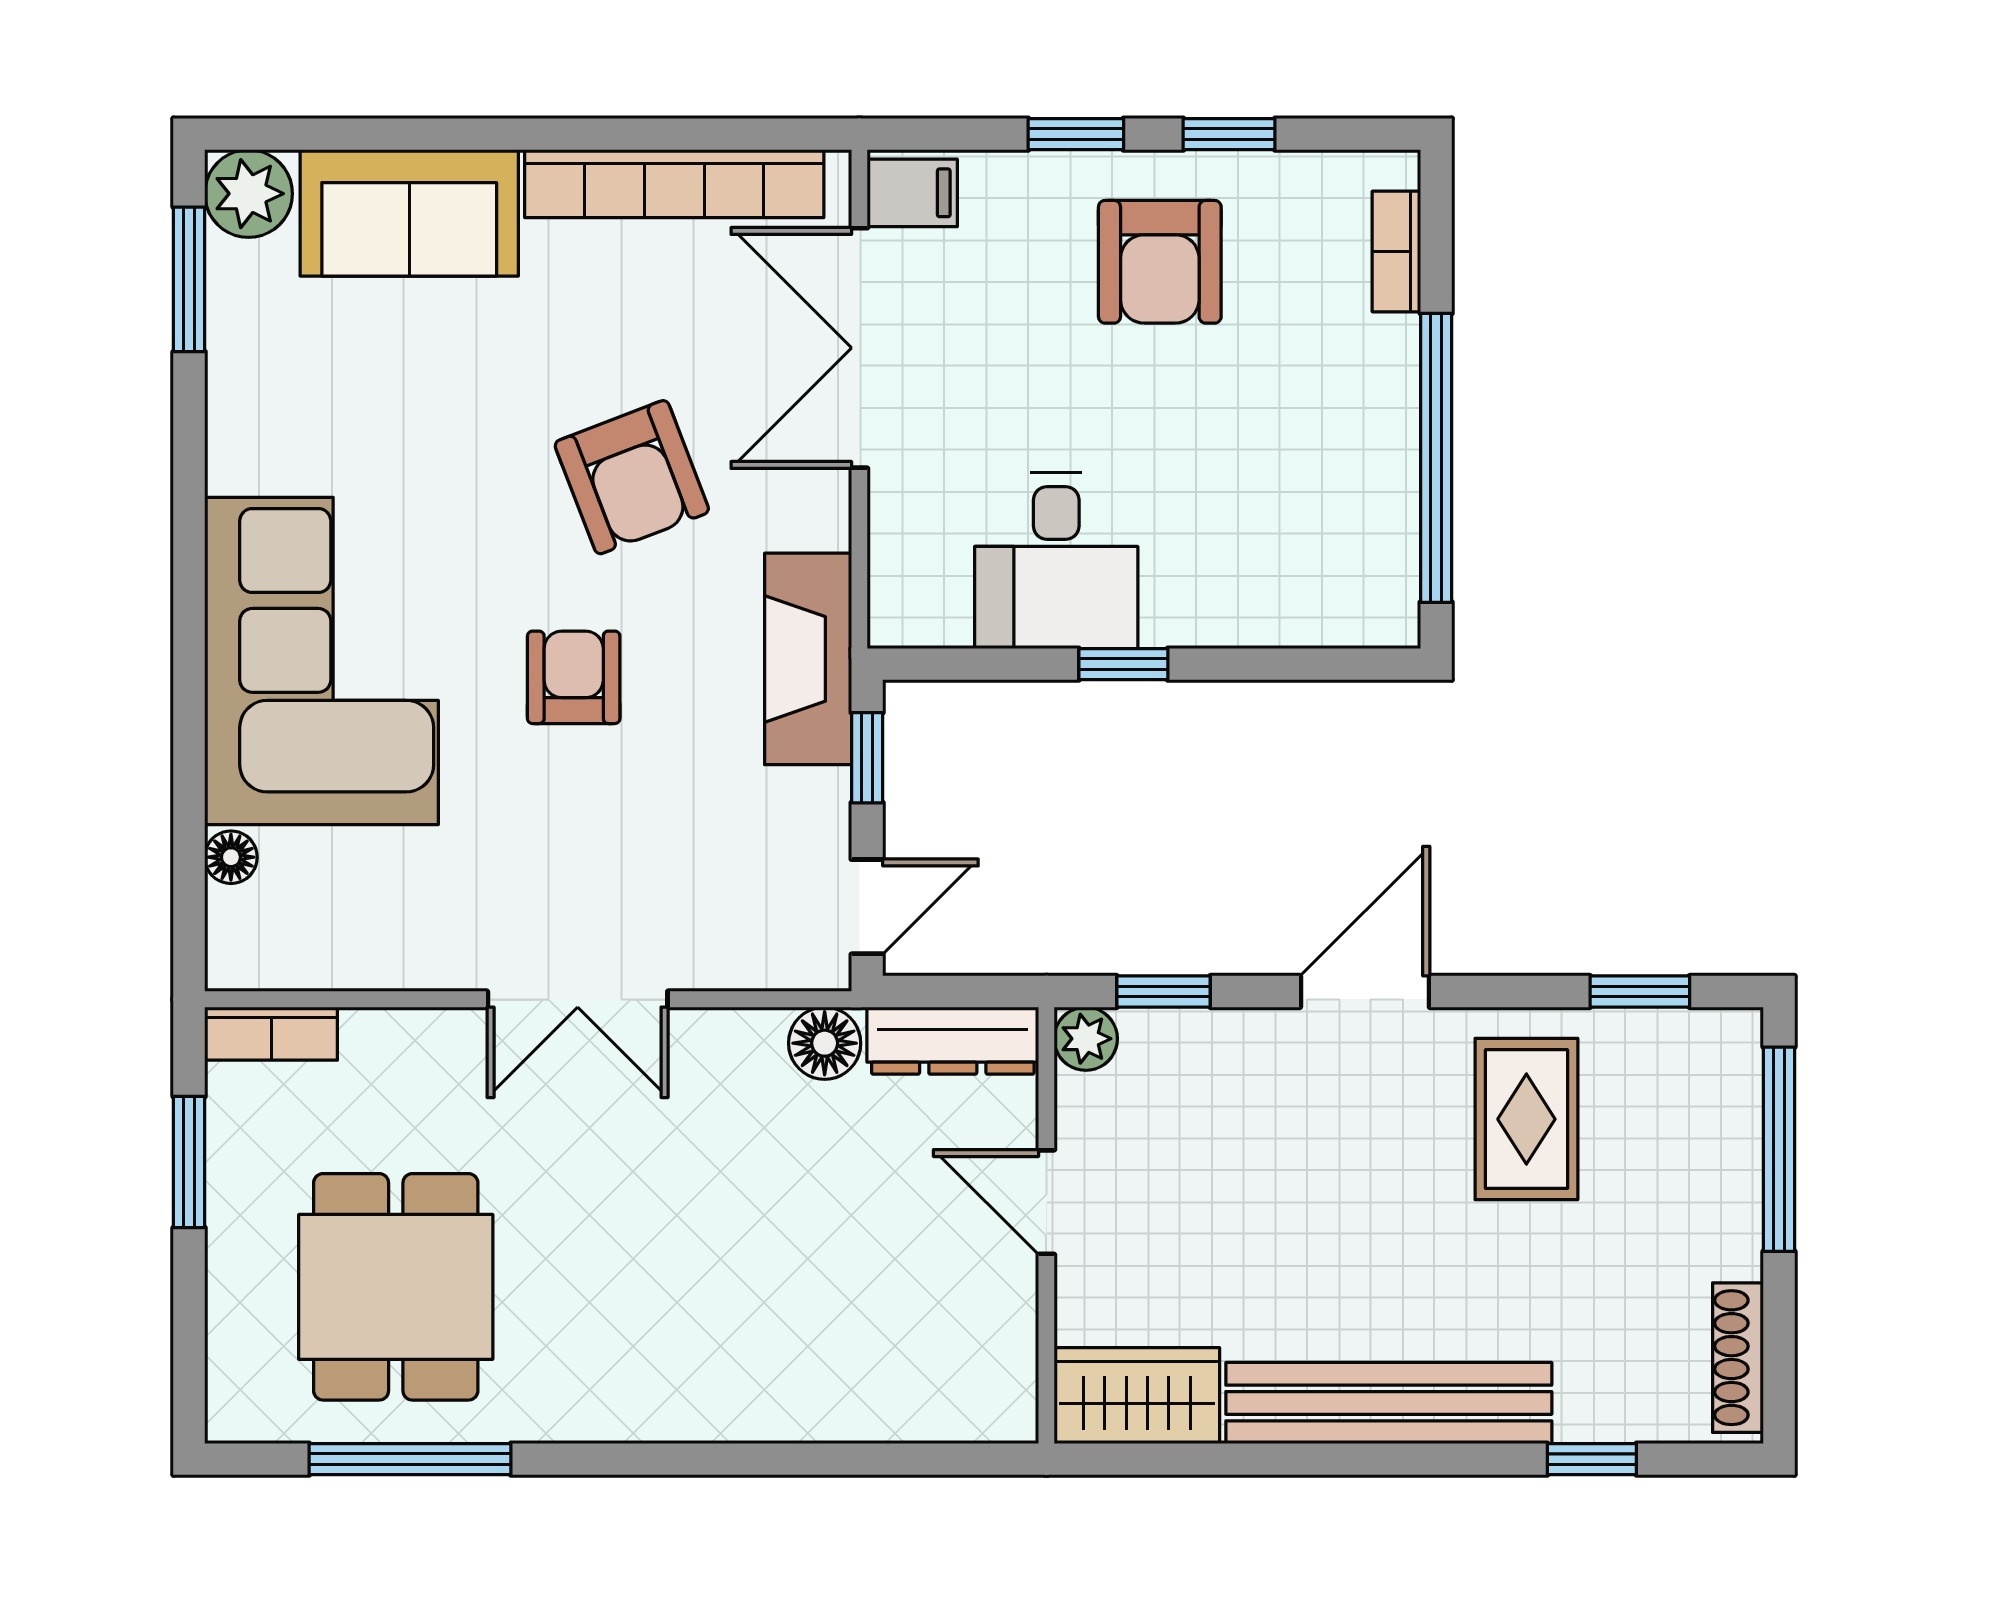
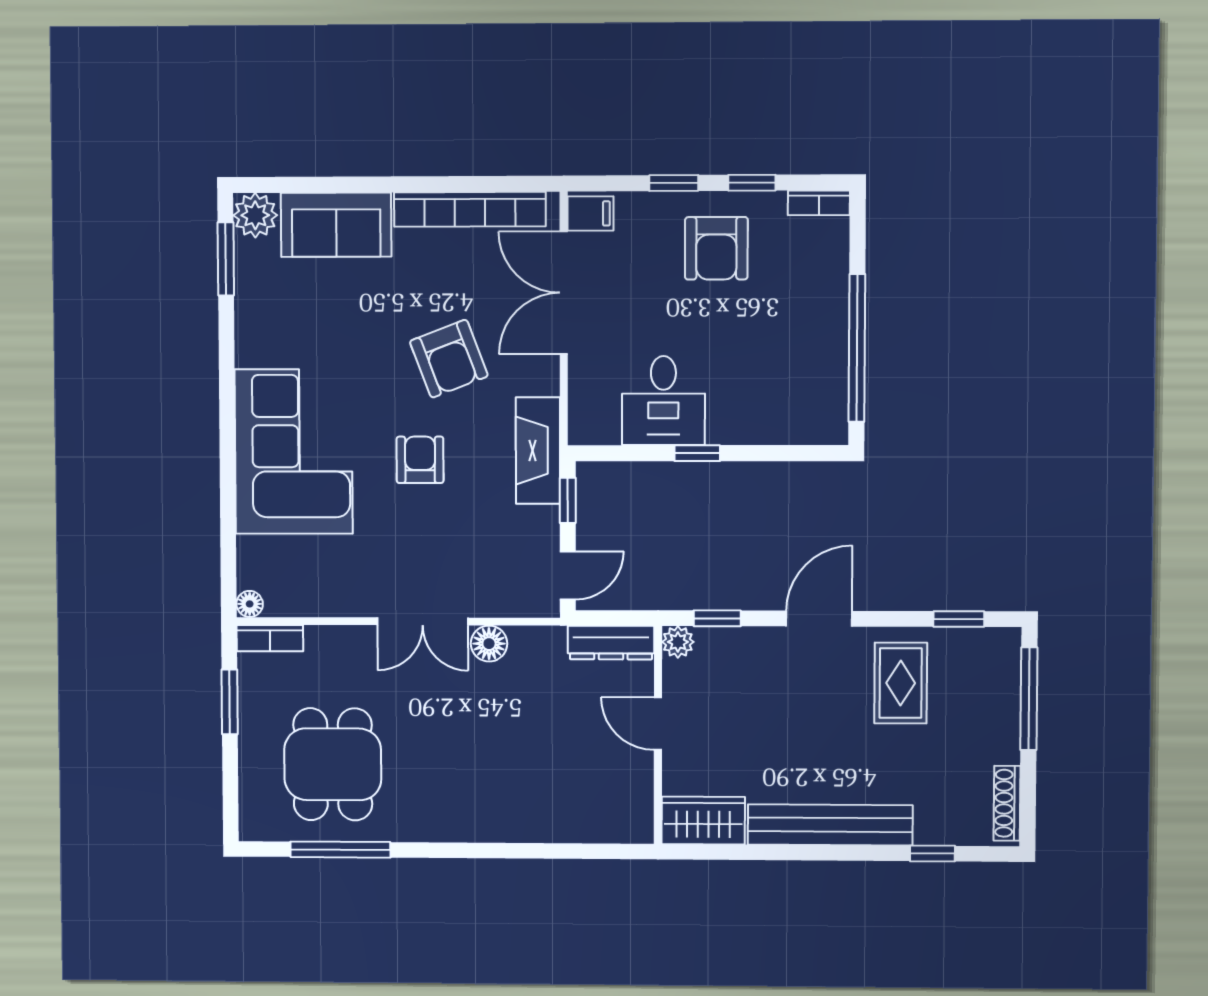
bookcase: (1396, 252) -> (819, 203), moved, turned -90
floor lamp: (231, 857) -> (250, 604), moved
floor lamp: (825, 1043) -> (489, 644), moved

